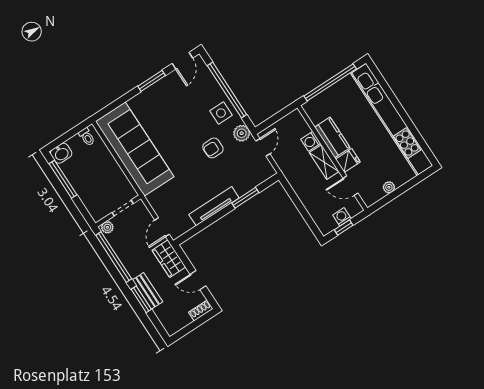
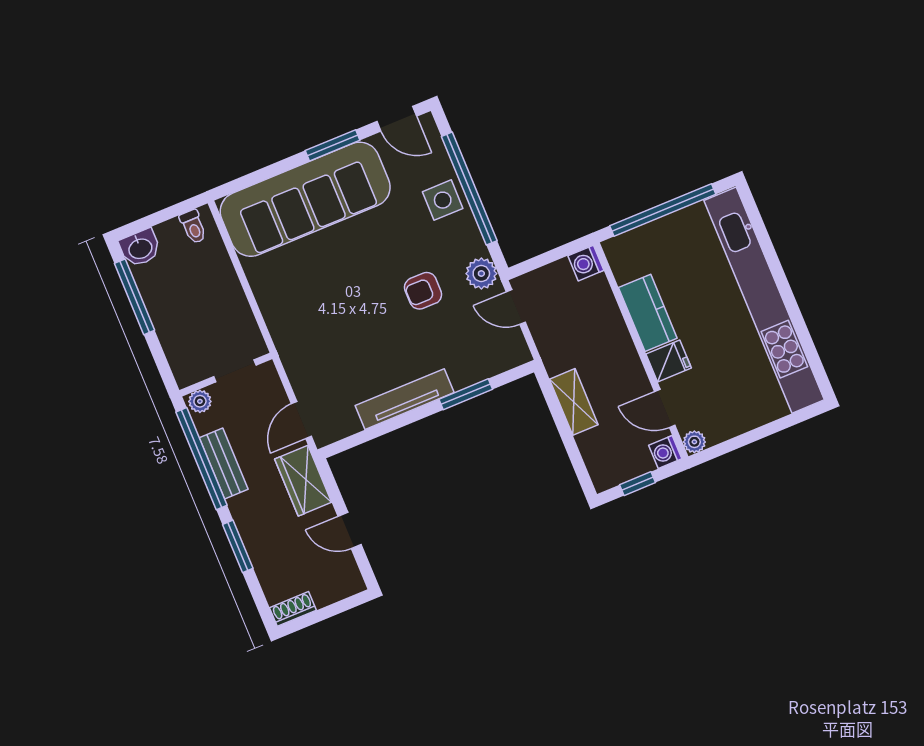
door: (182, 61) -> (397, 119), hinge flipped
side table: (221, 113) -> (443, 200), moved
washing machine: (311, 141) -> (586, 263), moved
door: (263, 147) -> (516, 307), swing flipped
sofa: (135, 149) -> (305, 199), moved, turned 90
shelving: (324, 162) -> (574, 402), moved
plant: (389, 187) -> (694, 442), moved
washing machine: (342, 217) -> (665, 452), moved, turned -90
bench: (147, 291) -> (224, 464), moved
shoe rack: (201, 310) -> (293, 609), moved

